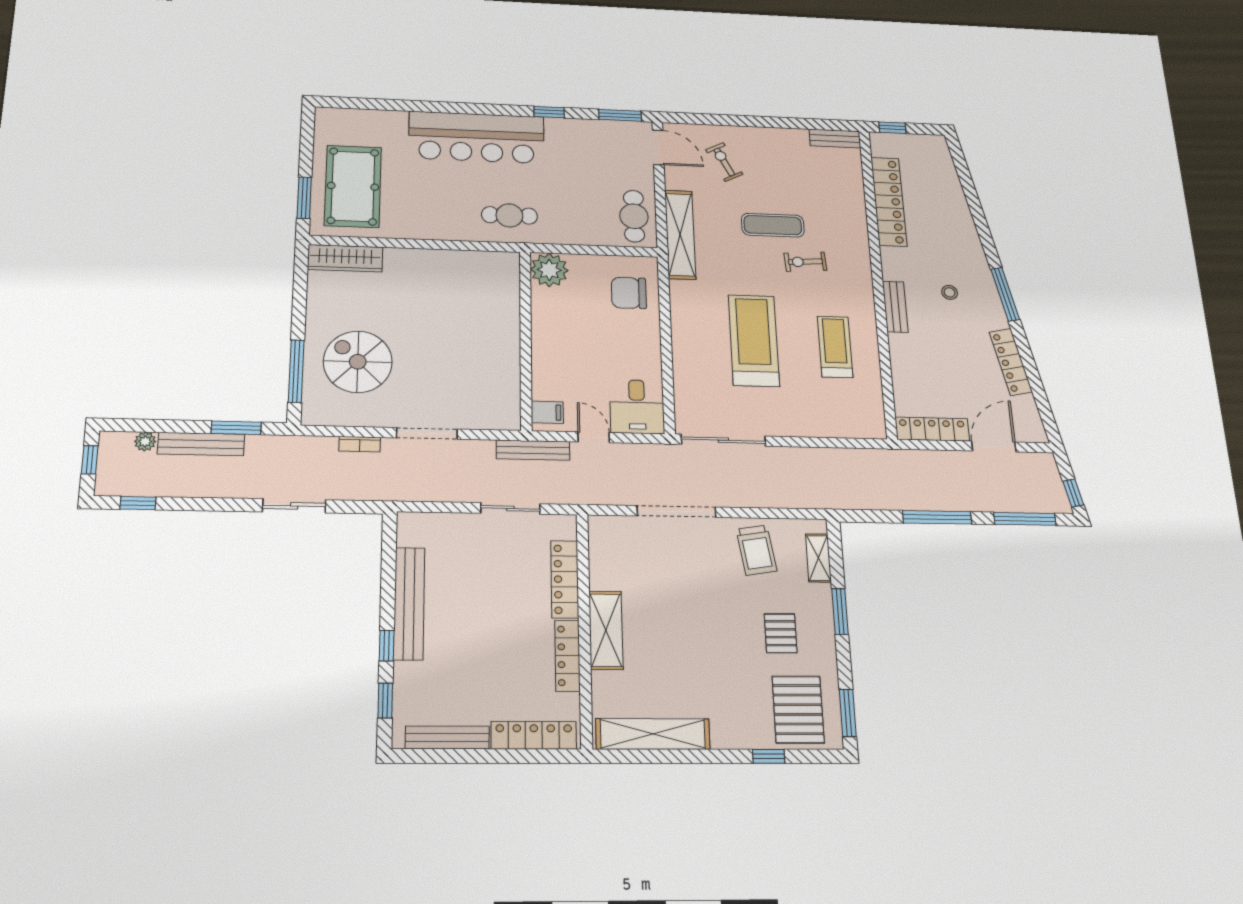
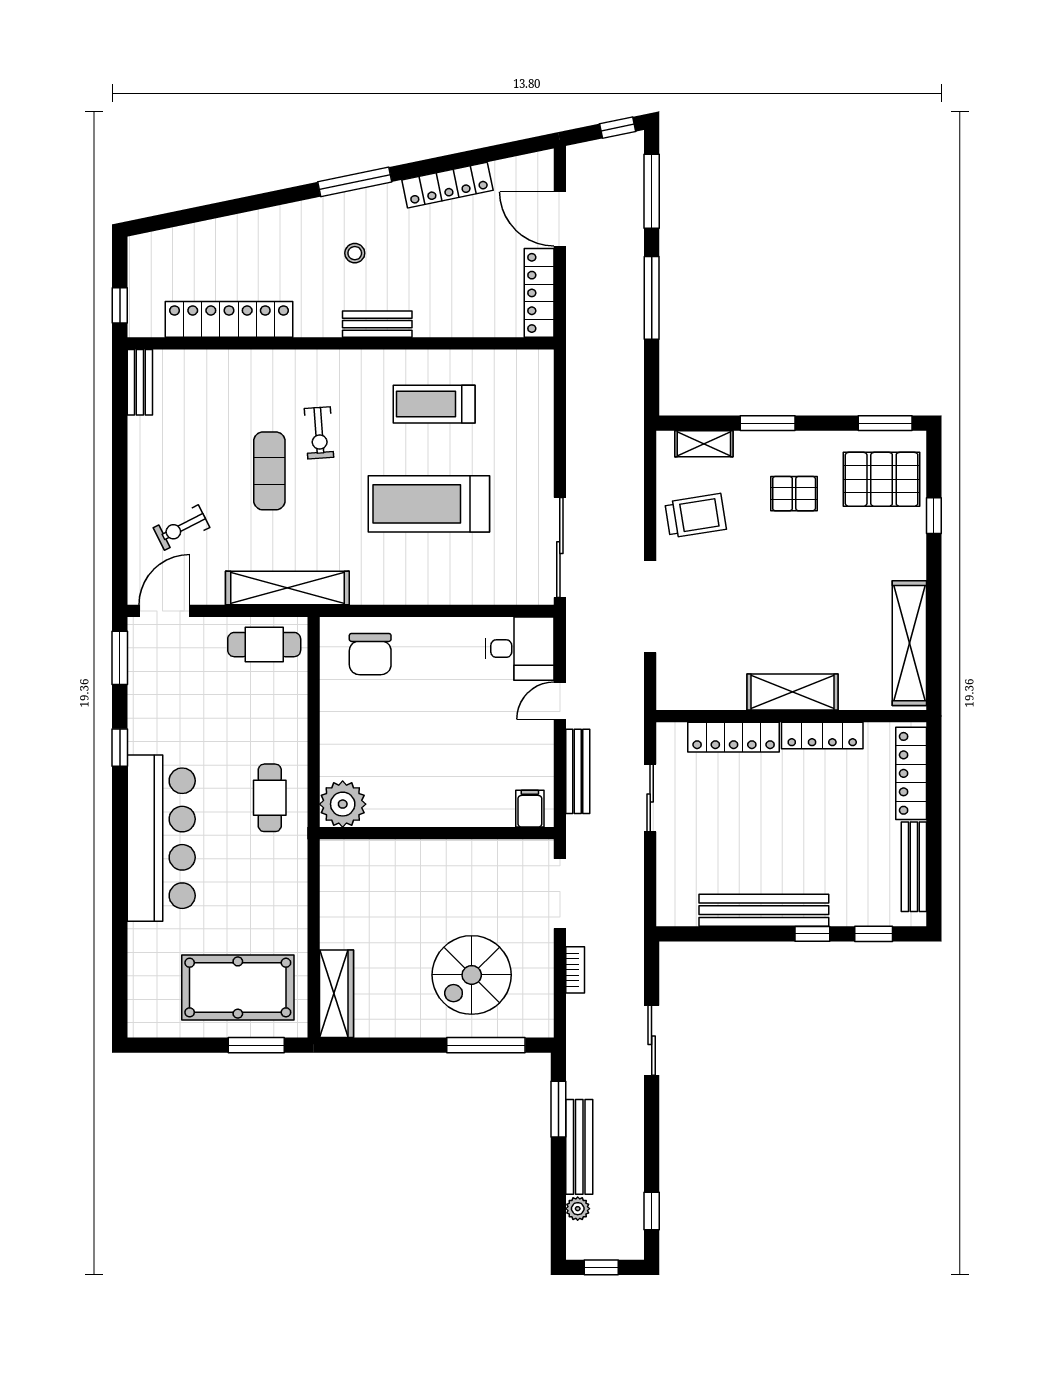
plant: (549, 270) -> (343, 804), moved
wall: (526, 340) -> (437, 833), moved
filing cabinet: (547, 412) -> (530, 809), moved

